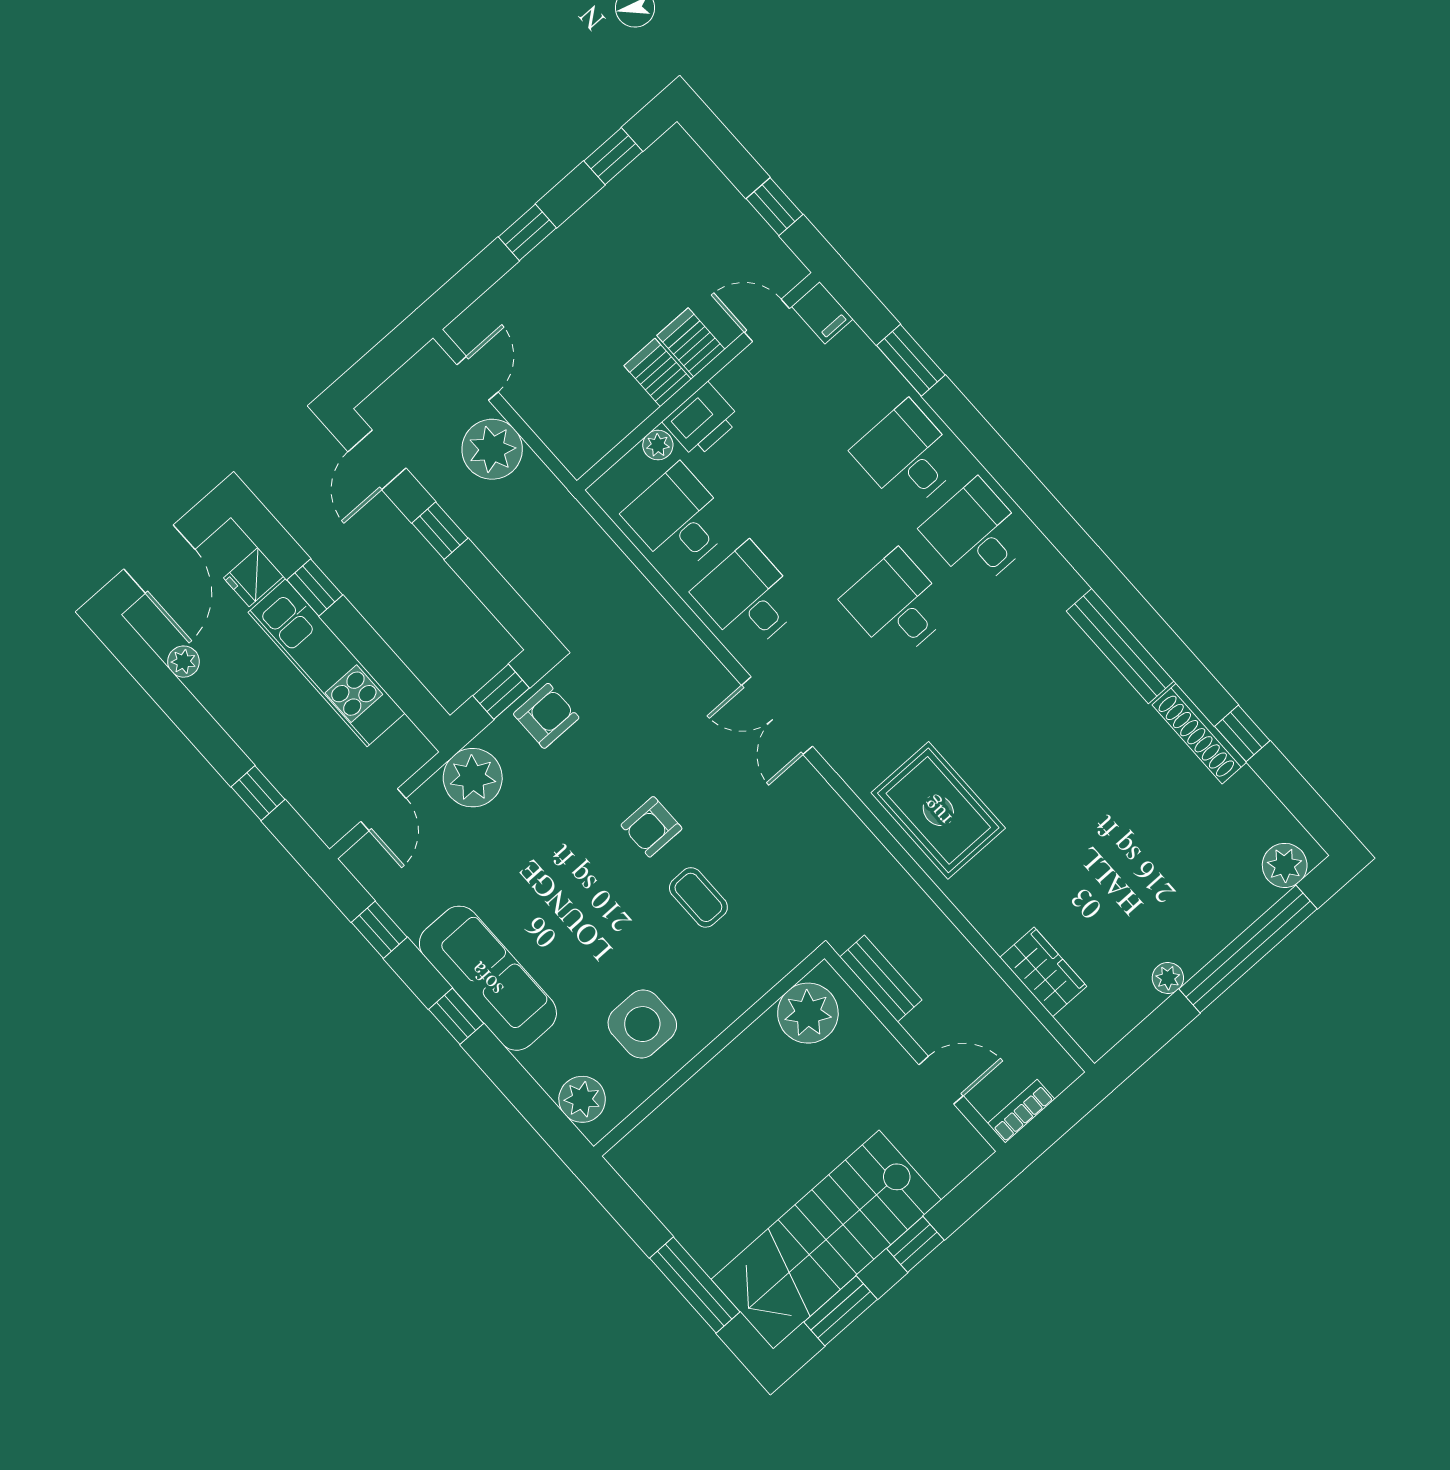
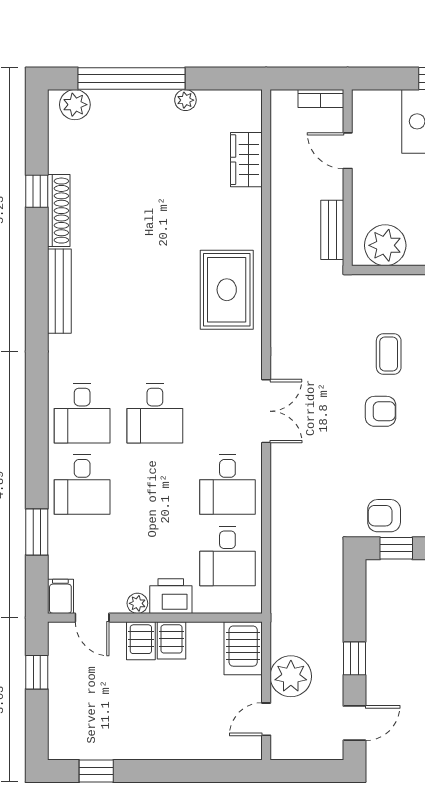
window: (527, 232) -> (174, 771), removed
server rack: (572, 434) -> (243, 648), added
plant: (658, 445) -> (137, 603), moved

